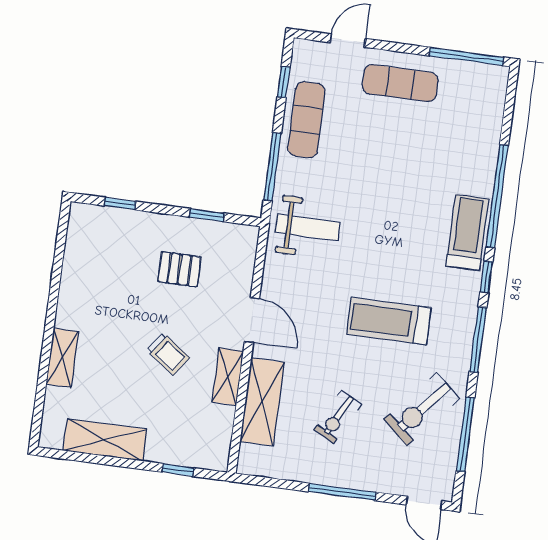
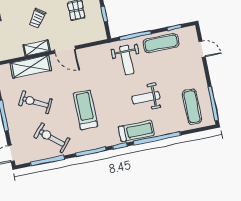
exercise mat: (400, 83) -> (192, 107), moved
weight bench: (407, 189) -> (146, 98), added
weight bench: (308, 227) -> (127, 60), moved
door: (252, 320) -> (65, 50), hinge flipped
exercise bike: (338, 417) -> (36, 102), width x1.38, depth x1.39

